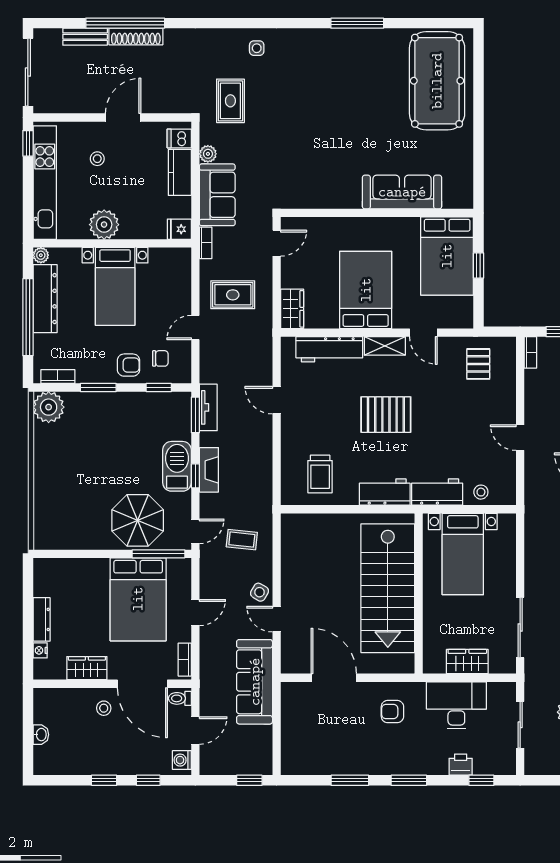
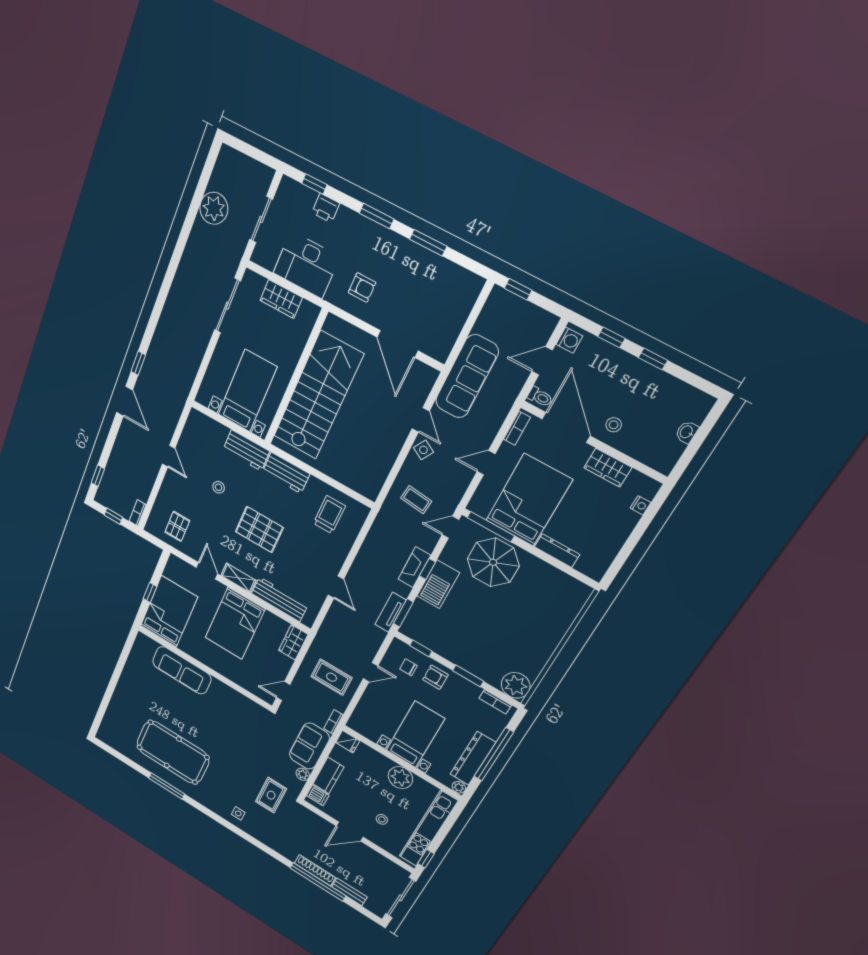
pool table: (437, 81) -> (173, 752), moved, turned 90
stool: (481, 492) -> (219, 487), moved
dresser: (42, 619) -> (557, 551), moved, turned 90

